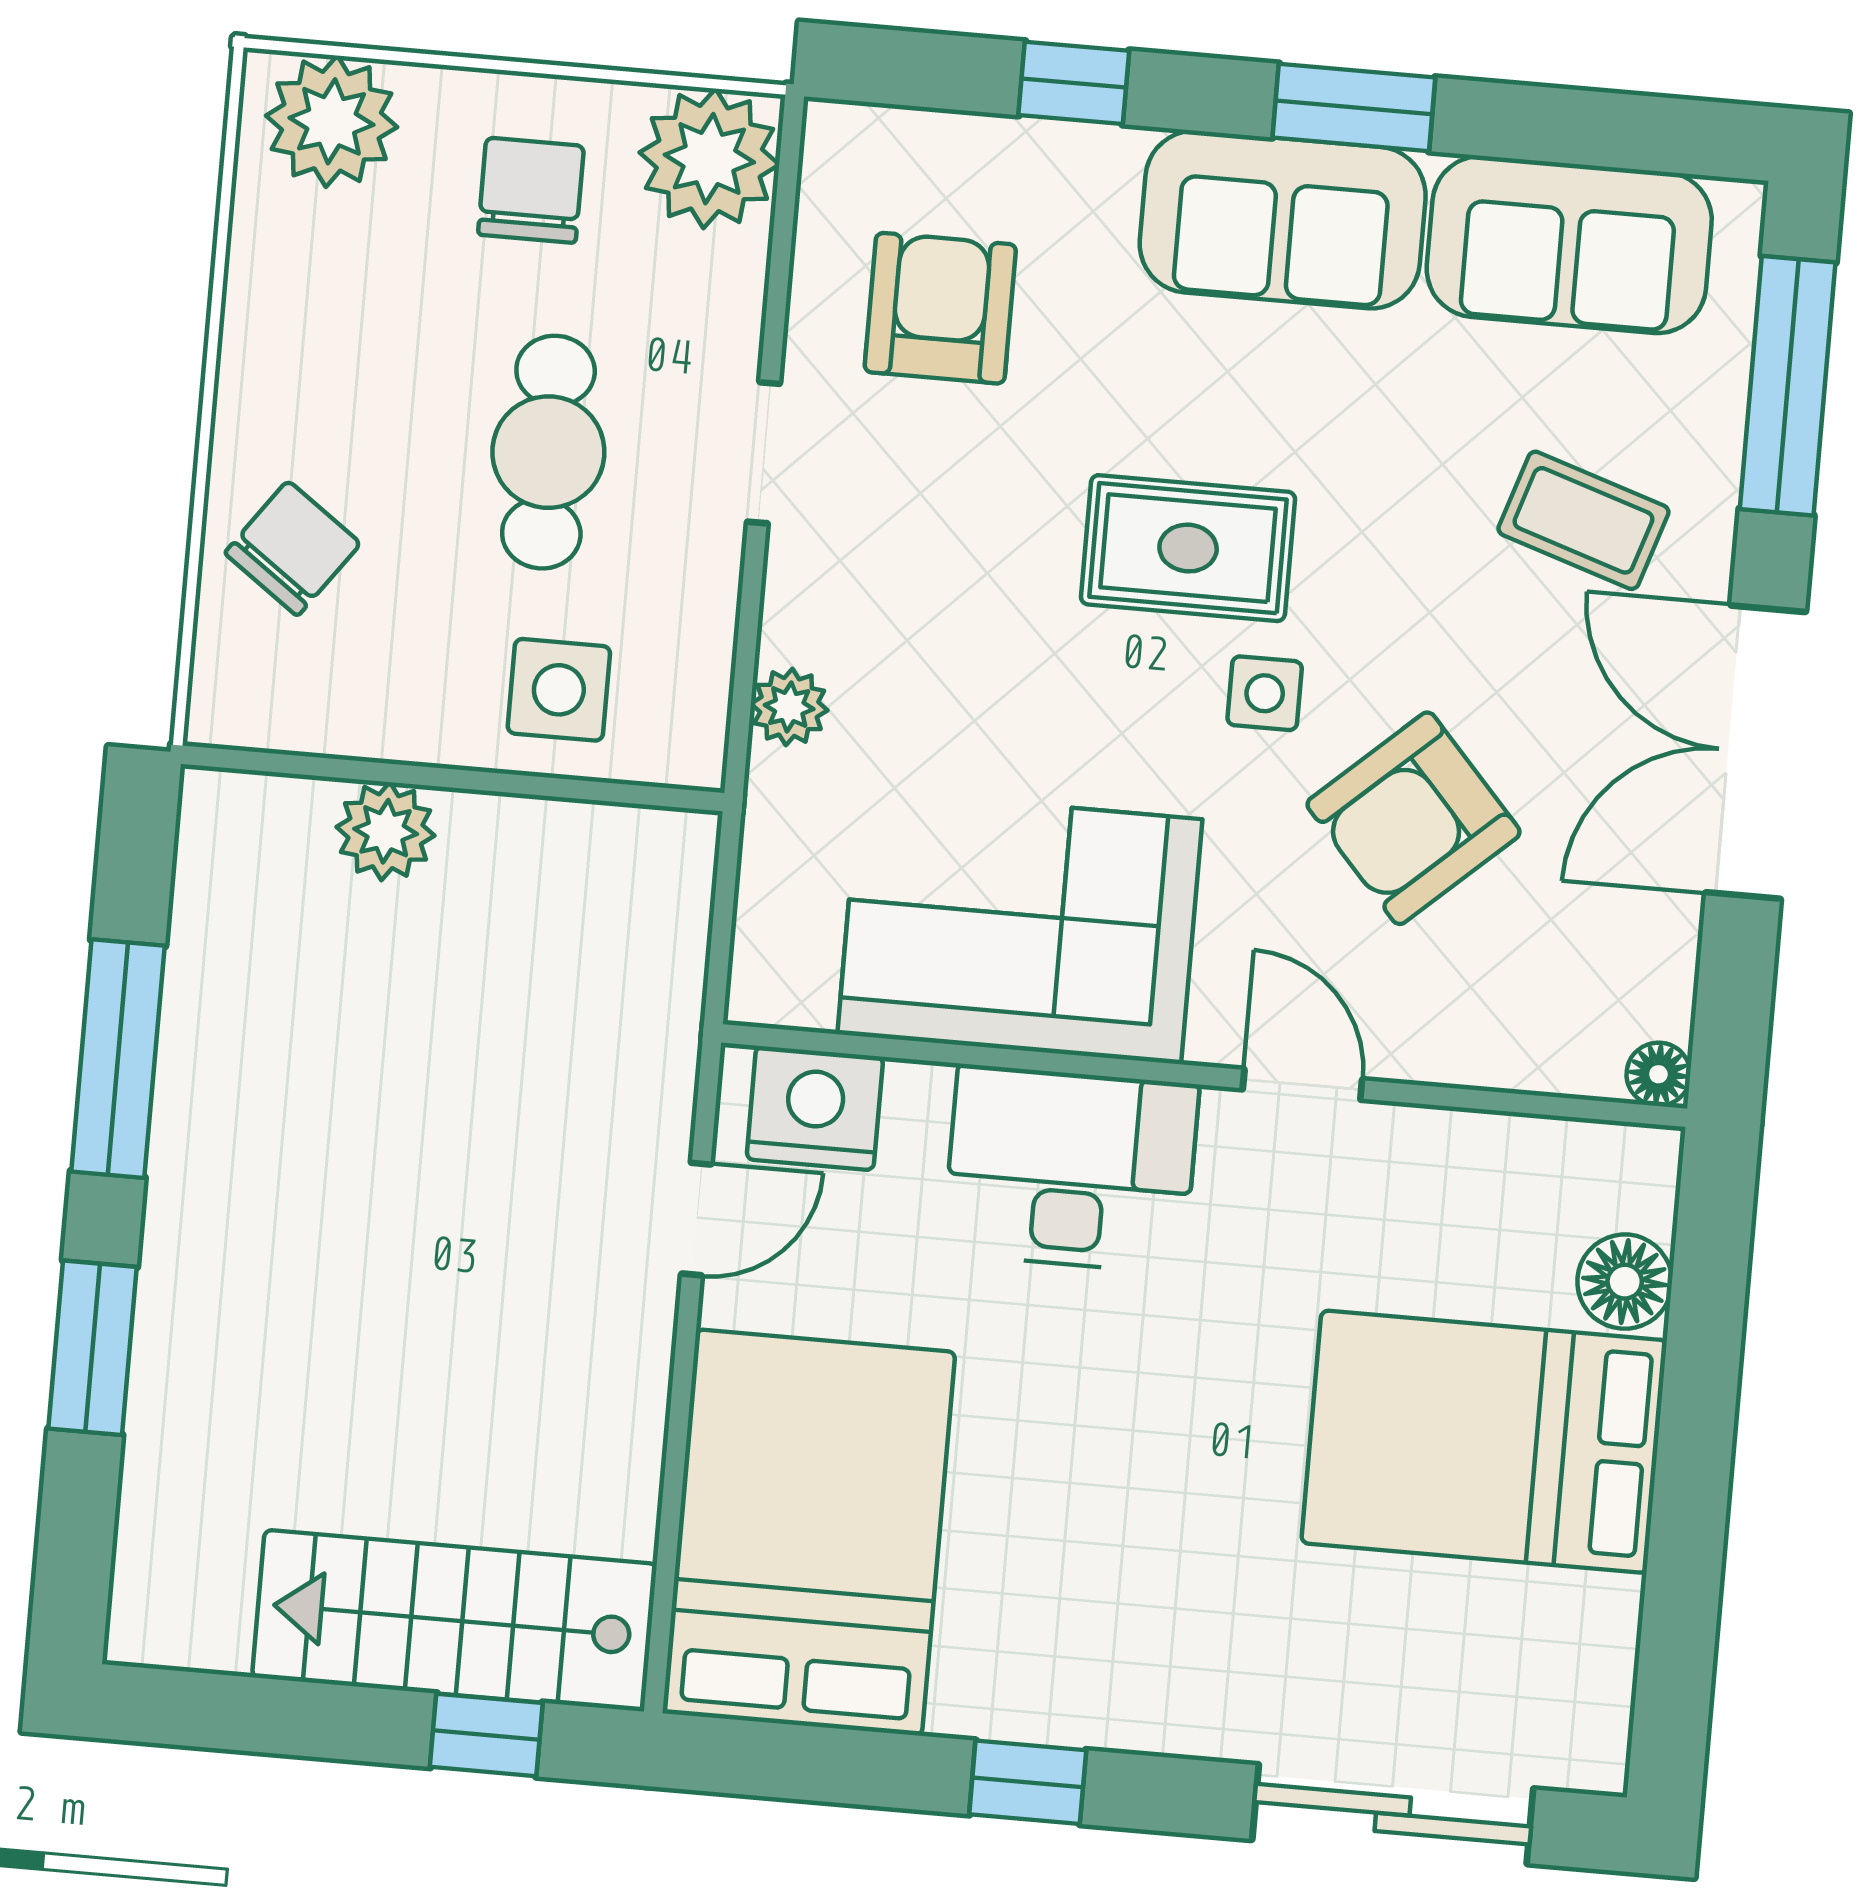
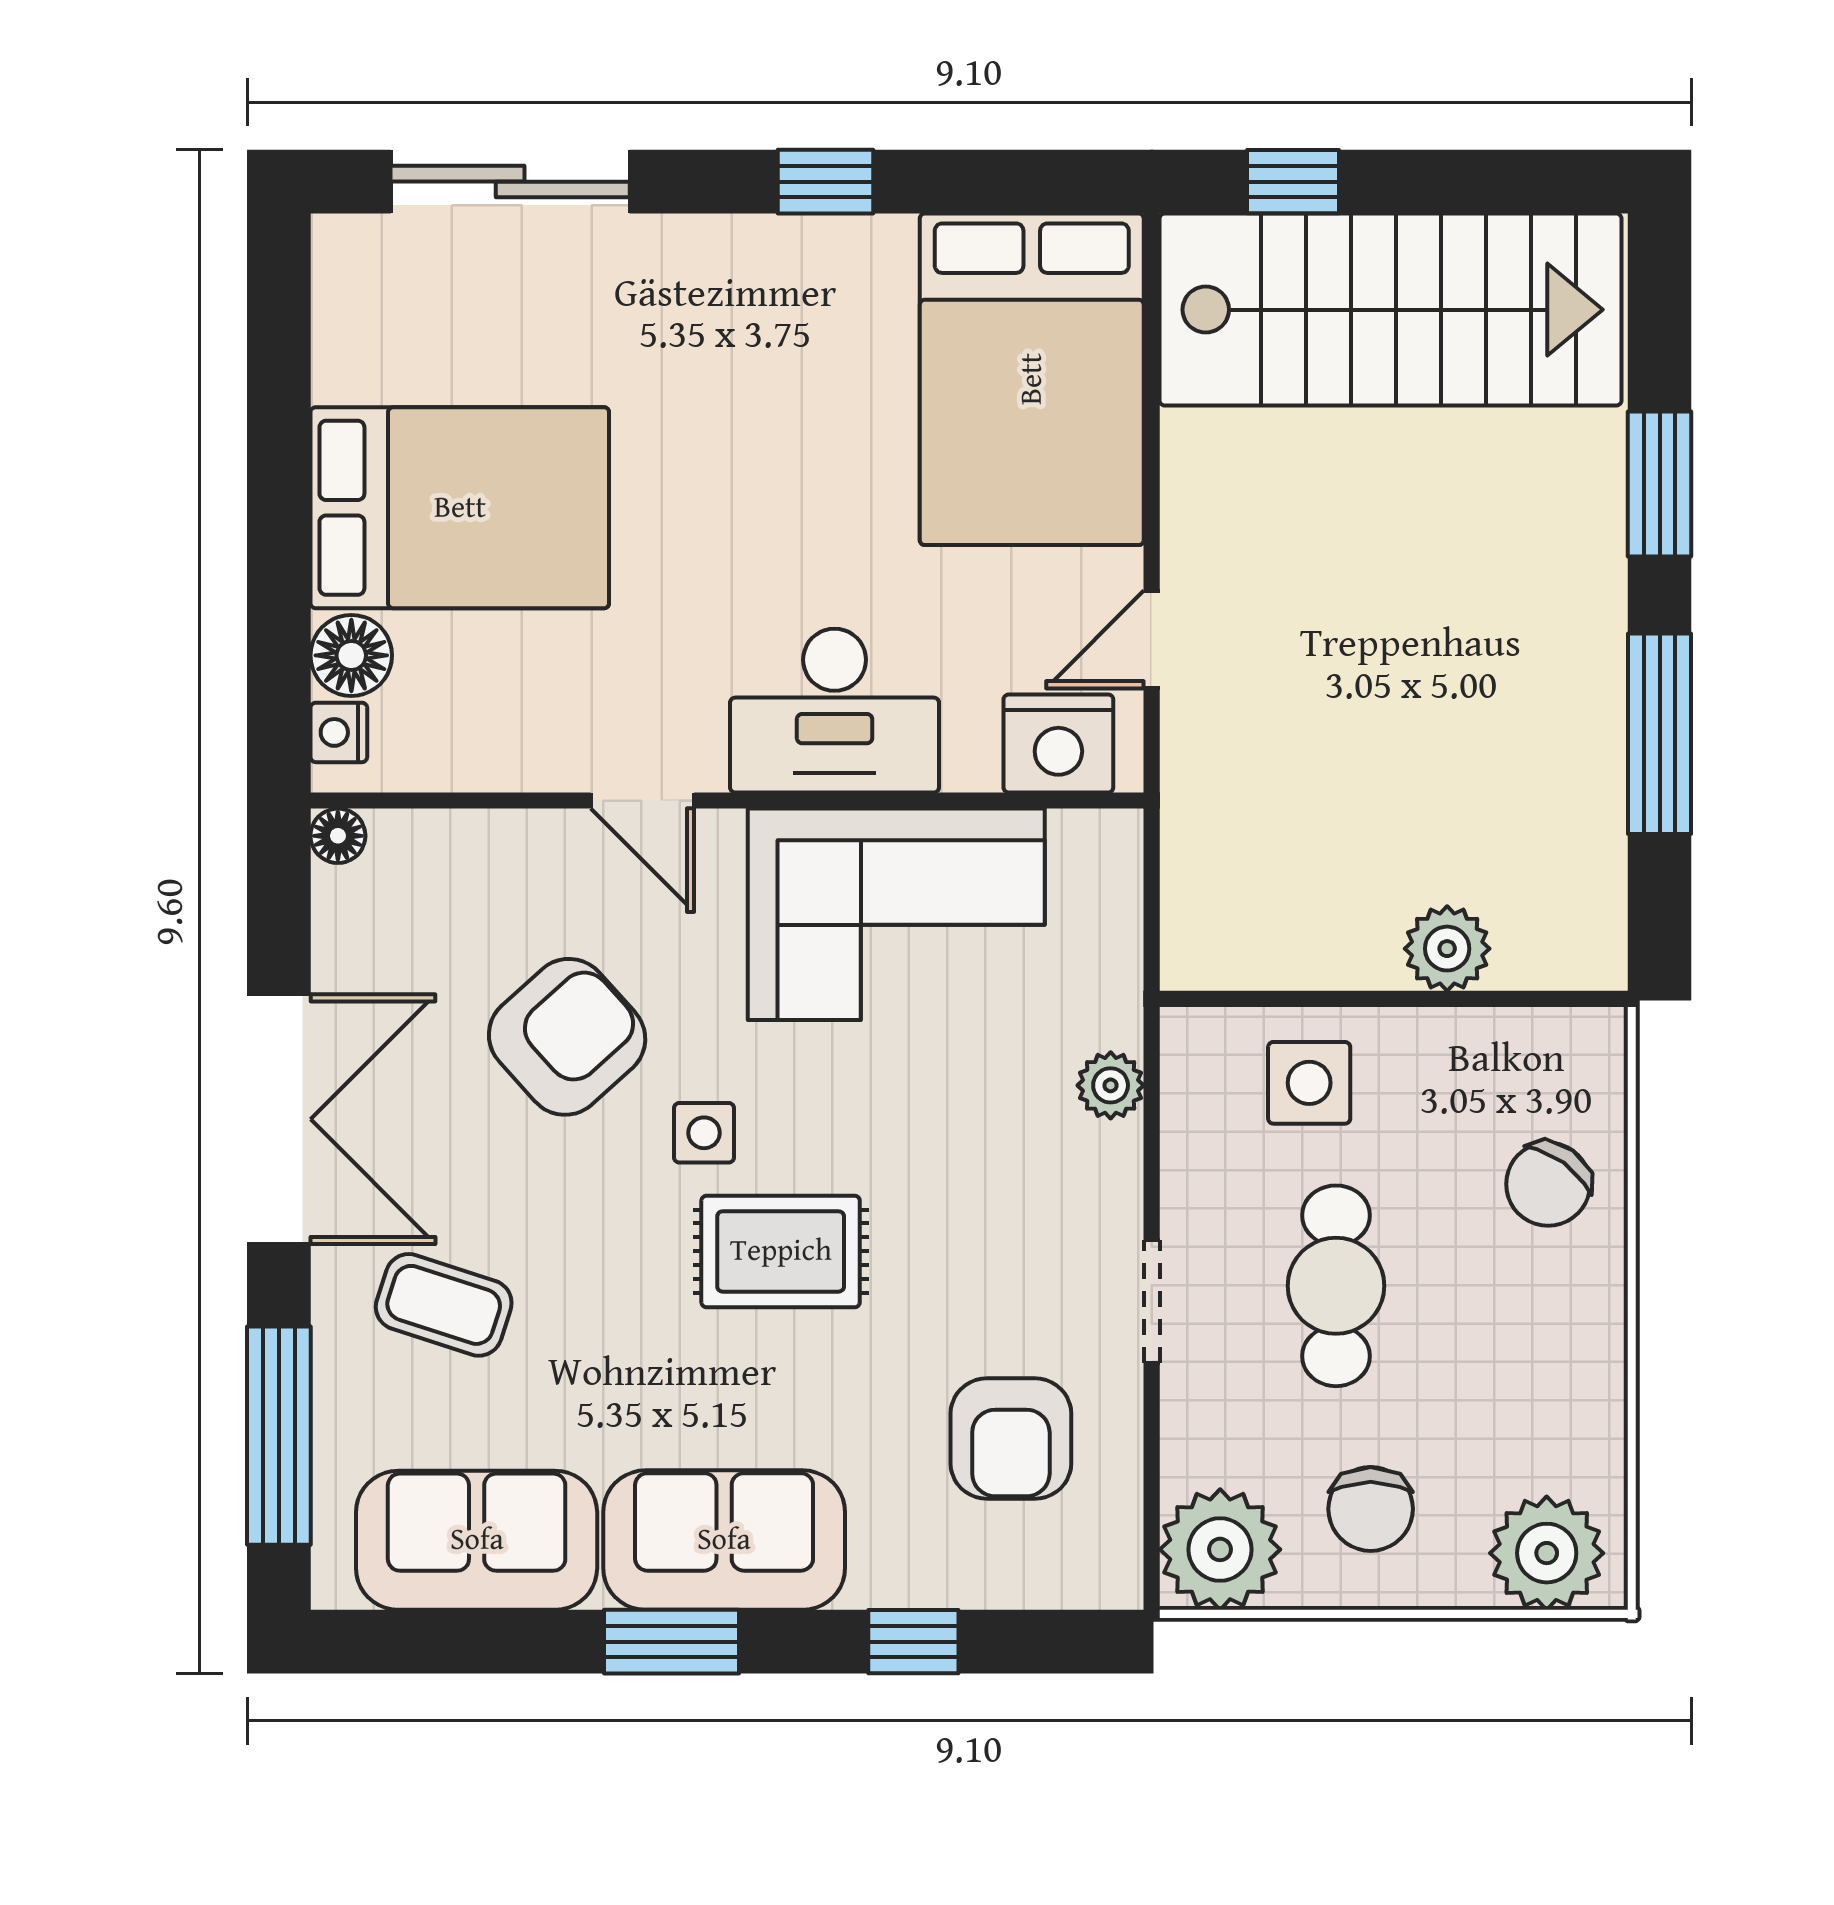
nightstand: (1647, 1194) -> (339, 732), added
stairs: (454, 1621) -> (1390, 310), width x1.36, depth x1.51

